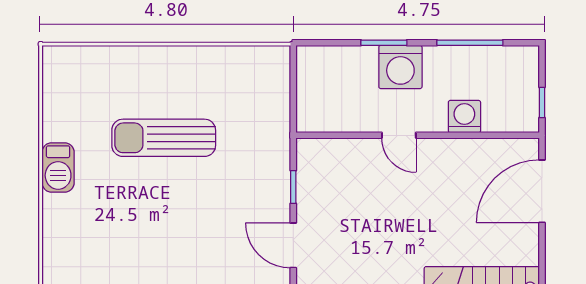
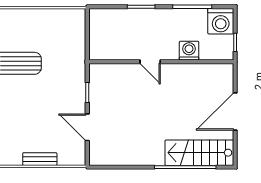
washing machine: (400, 67) -> (221, 21), moved
door: (542, 191) -> (235, 112), moved

